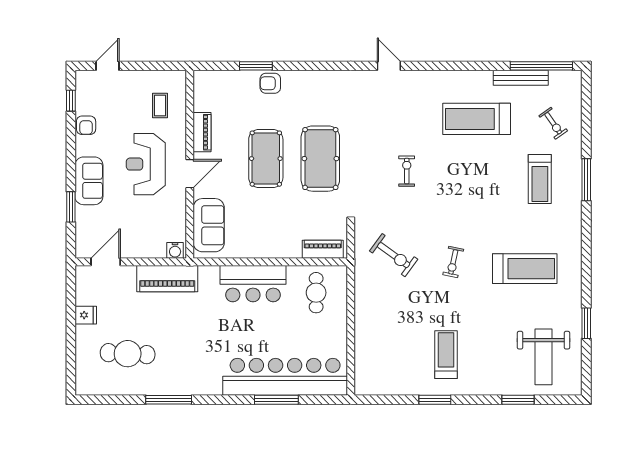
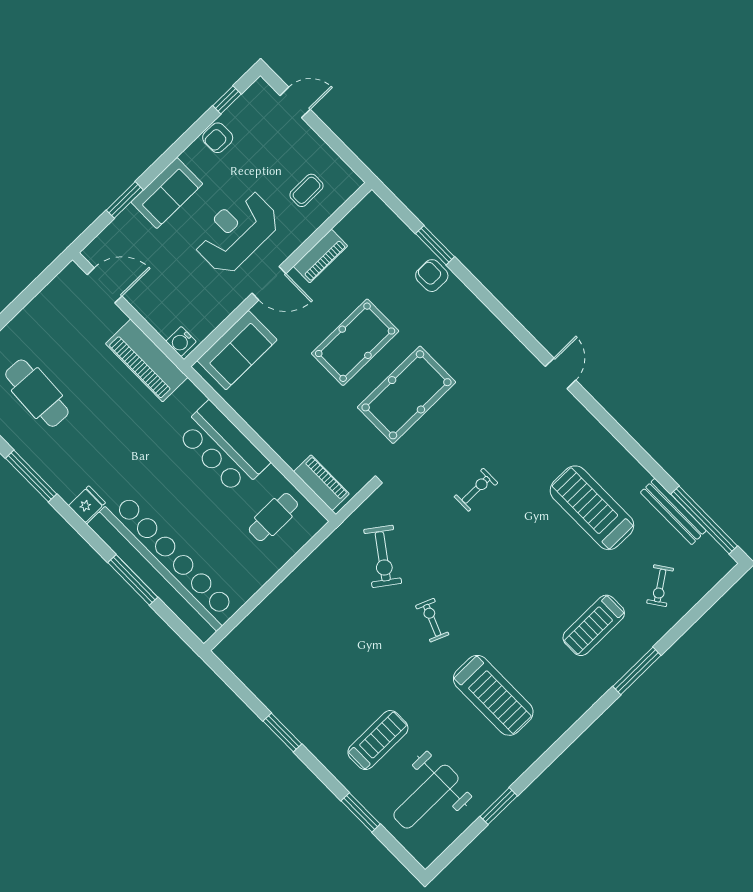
exercise bike: (453, 262) -> (432, 620), turned 100
fridge: (86, 315) -> (87, 504), moved, turned -90
treadmill: (446, 355) -> (378, 740), moved

